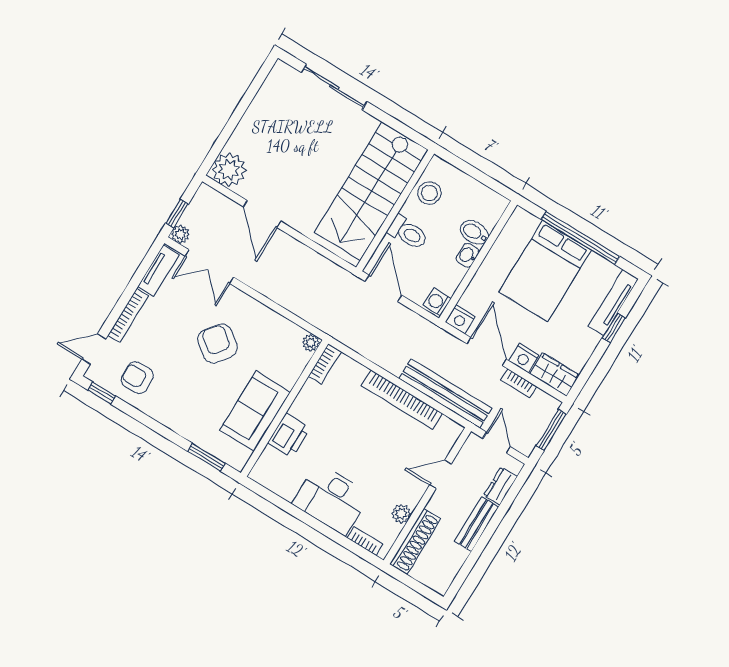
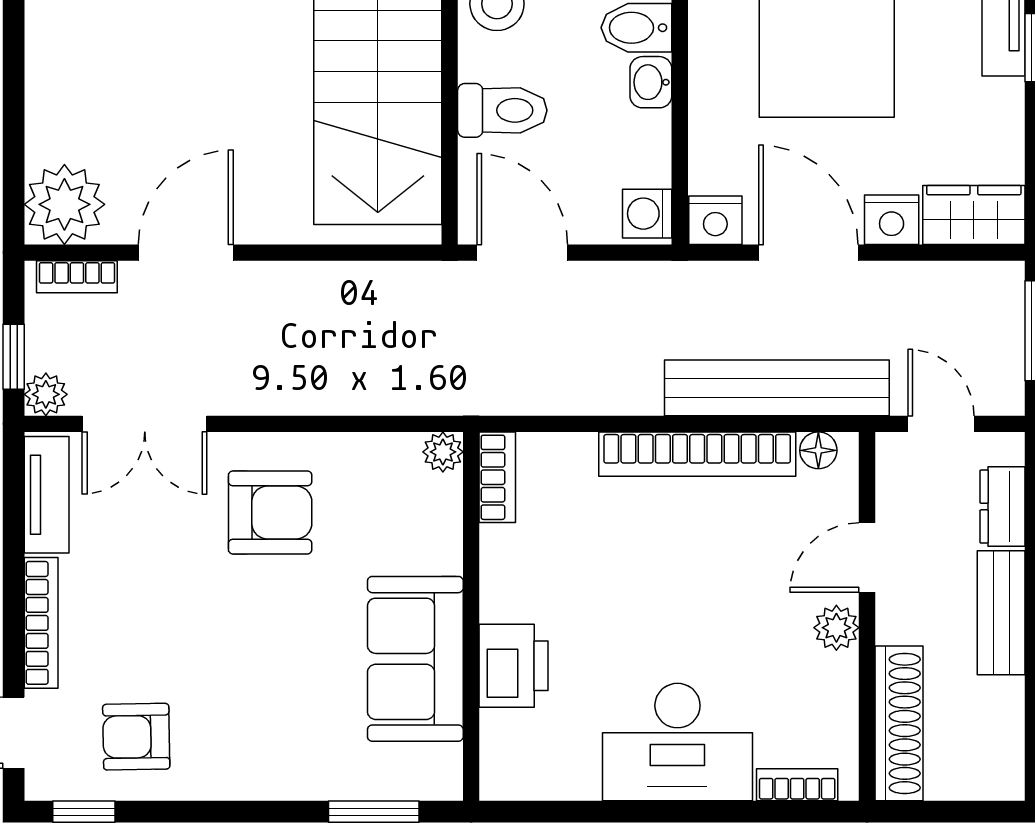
door: (262, 214) -> (186, 253), swing flipped
armchair: (218, 344) -> (270, 512), moved, turned 143
bookcase: (519, 383) -> (77, 277), moved
floor lamp: (446, 425) -> (818, 450), added
plant: (401, 514) -> (836, 628), moved

